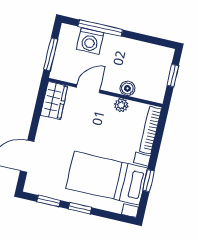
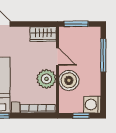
washing machine: (90, 41) -> (92, 105), moved
boiler: (127, 88) -> (69, 80), width x1.86, depth x1.86
plant: (121, 105) -> (46, 79), width x1.87, depth x1.87

